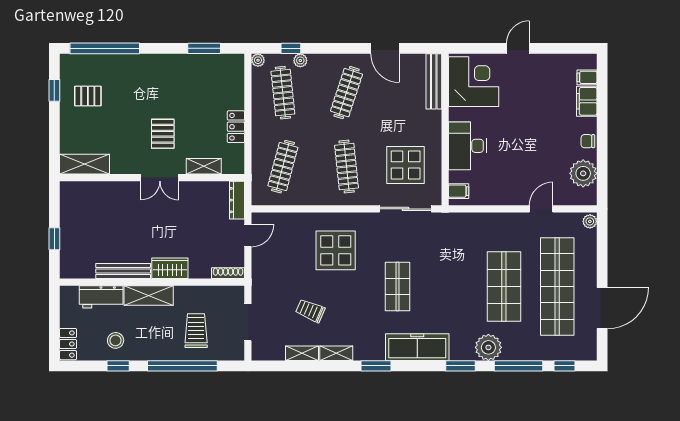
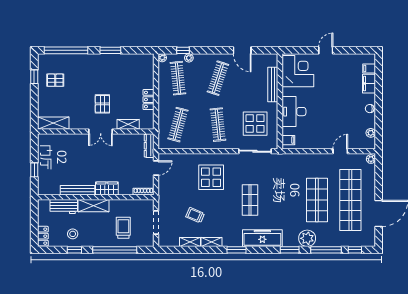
window: (204, 48) -> (110, 50), moved
bench: (434, 81) -> (273, 84), moved
plant: (583, 173) -> (371, 133), width x0.53, depth x0.53

